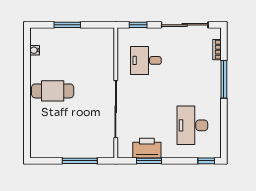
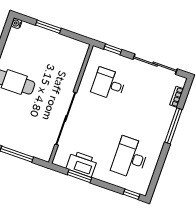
water cooler: (35, 50) -> (16, 23), moved

